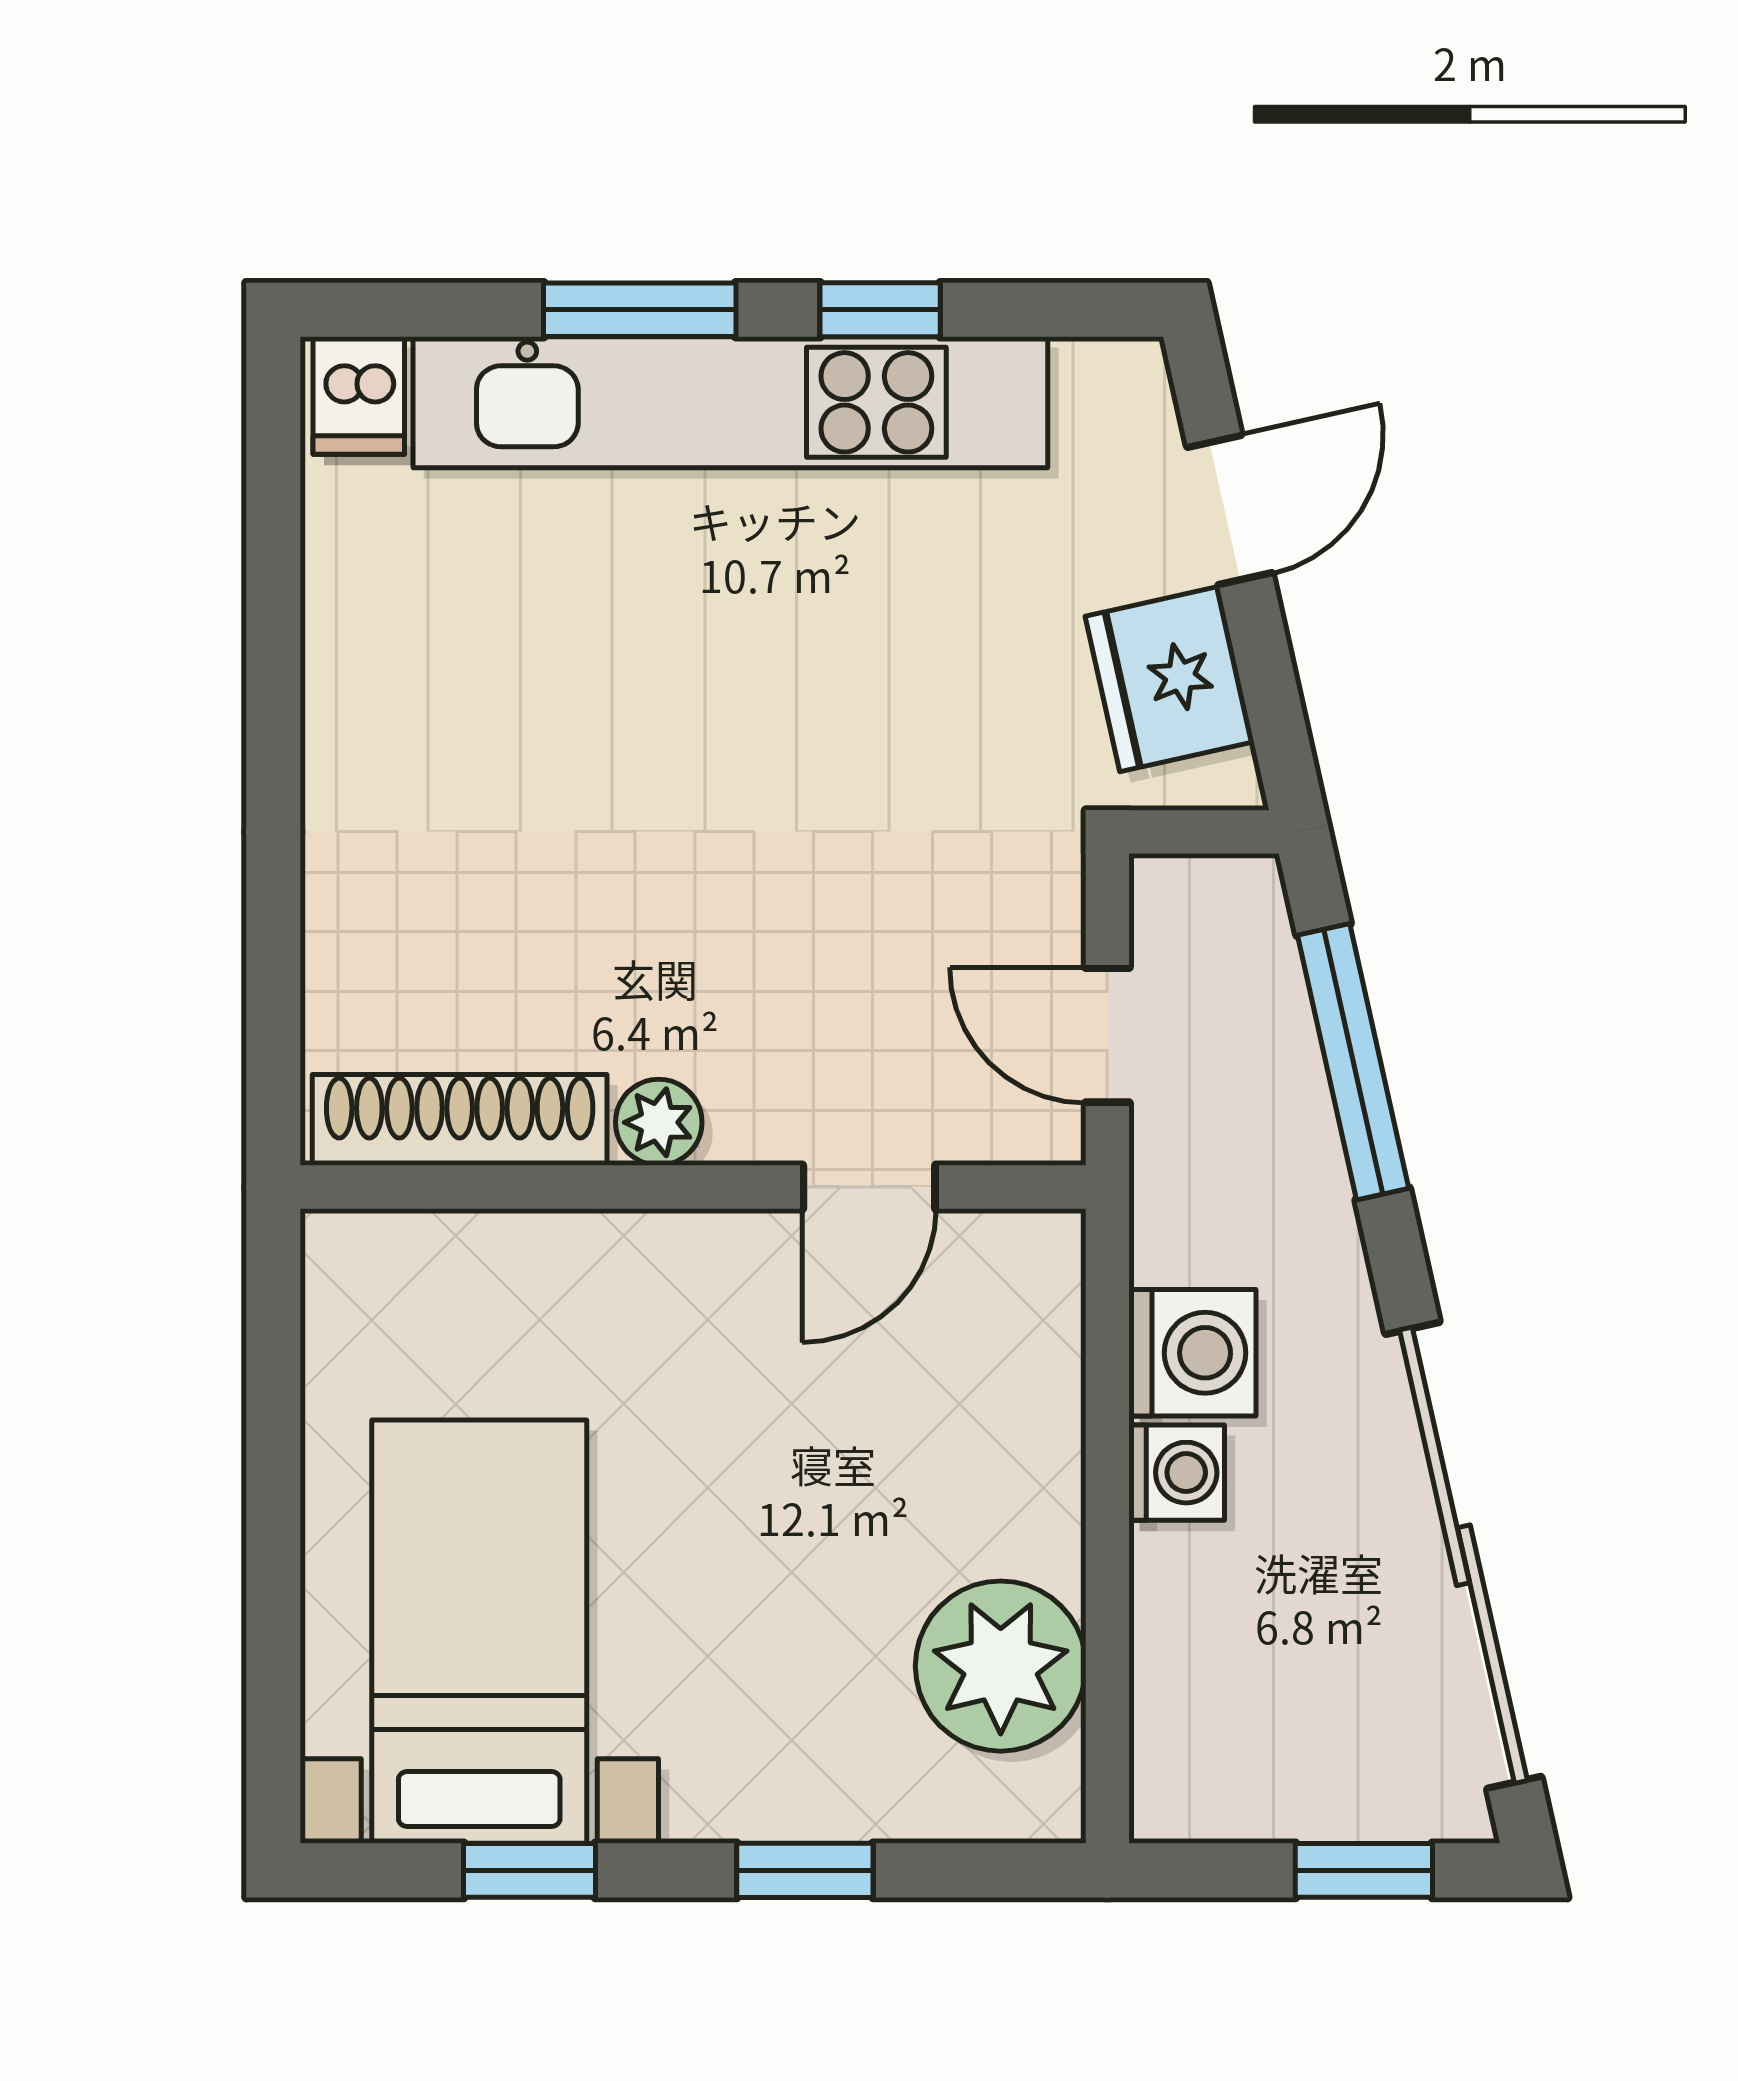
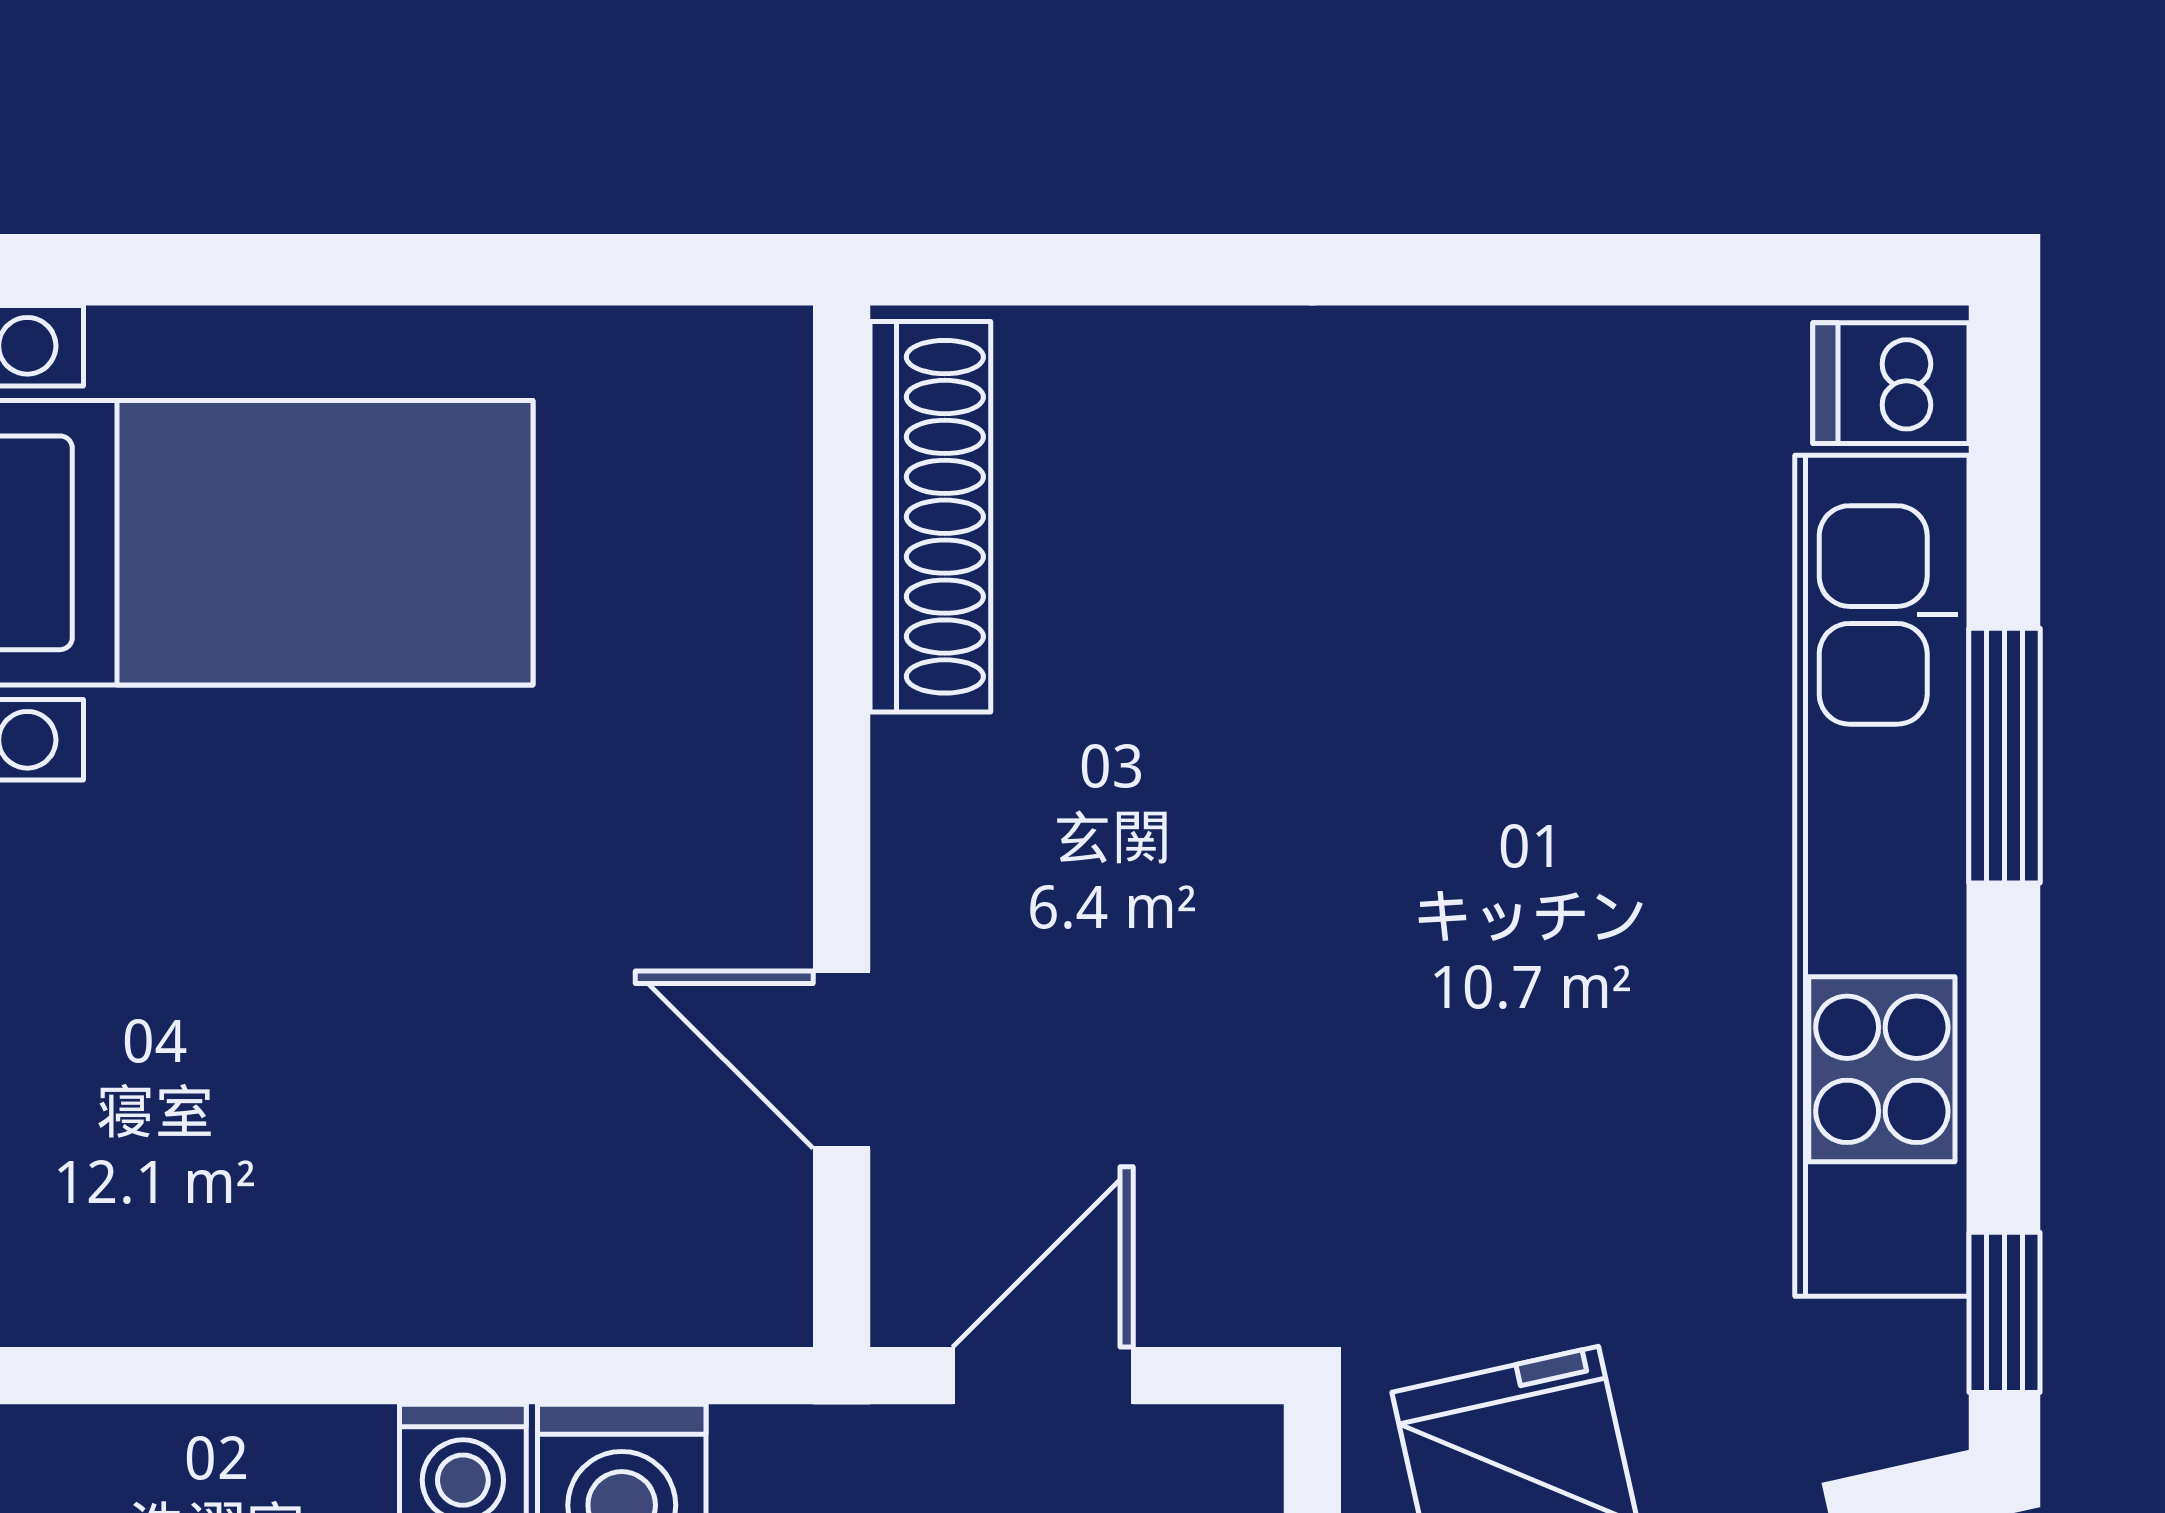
window: (880, 310) -> (2005, 1312), moved
plant: (659, 1122) -> (927, 781), removed
plant: (1001, 1666) -> (206, 1234), removed

